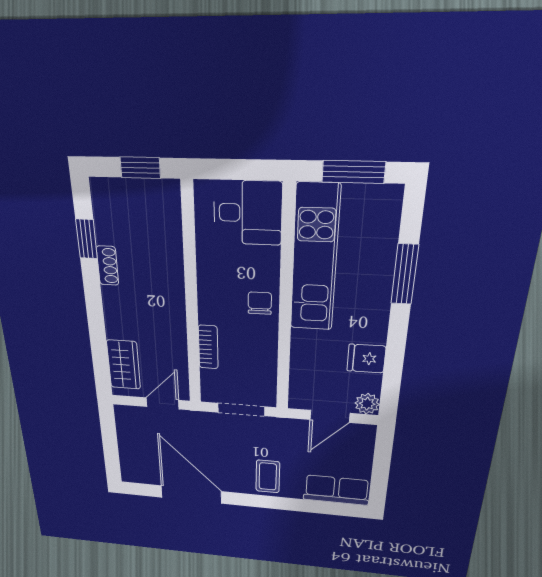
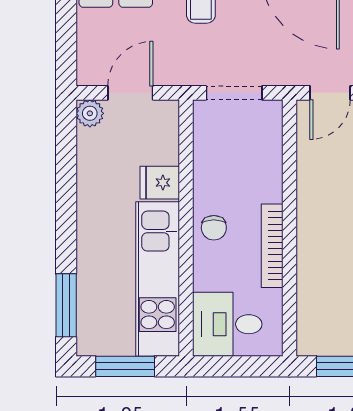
window: (405, 274) -> (66, 305), moved
bookcase: (208, 347) -> (272, 246), moved, width x1.56
fridge: (366, 359) -> (160, 183), moved, turned 180

